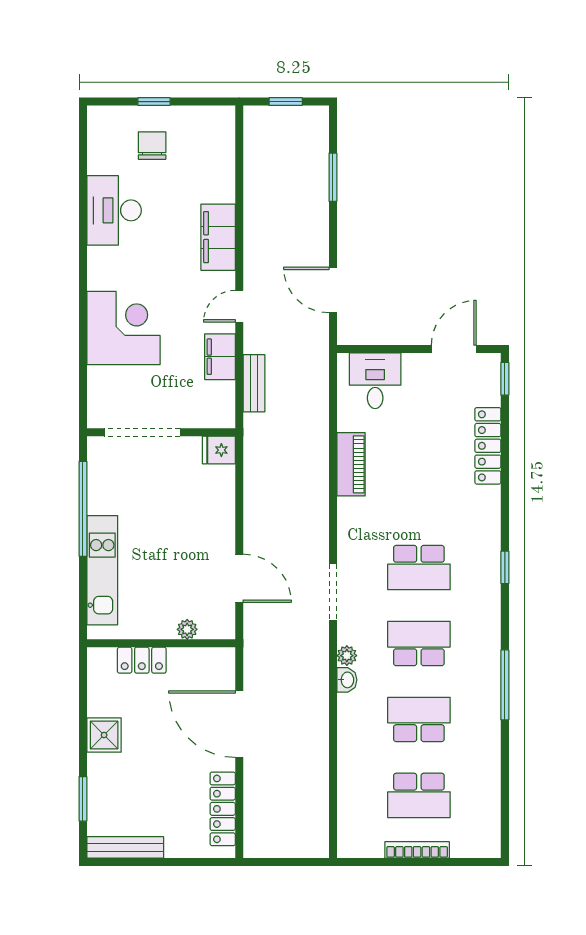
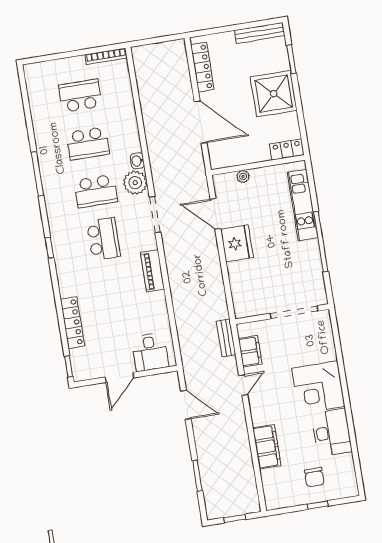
filing cabinet: (218, 237) -> (267, 447), moved
corner desk: (123, 328) -> (318, 387), moved
door: (454, 349) -> (119, 377), moved
doorway: (142, 432) -> (294, 312), moved
wall: (161, 432) -> (282, 314), moved
fridge: (219, 450) -> (237, 243), moved, width x1.88, depth x1.34
piano: (351, 464) -> (152, 271), moved
school desk: (419, 568) -> (103, 239), turned 90
plant: (347, 656) -> (135, 183), width x1.87, depth x1.87
locker: (142, 660) -> (287, 149), moved
shower: (104, 735) -> (274, 94), width x1.86, depth x1.86
bookcase: (417, 850) -> (106, 56), moved

